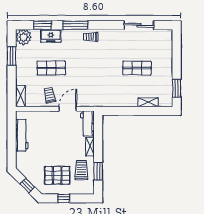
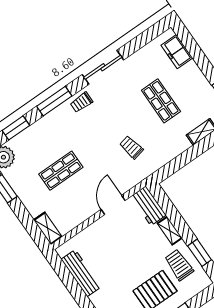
sliding door: (139, 25) -> (103, 67), moved
freezer: (51, 36) -> (177, 52), moved, turned 90
shop shelf: (137, 68) -> (161, 101), turned 90
trolley: (50, 95) -> (131, 147), moved

